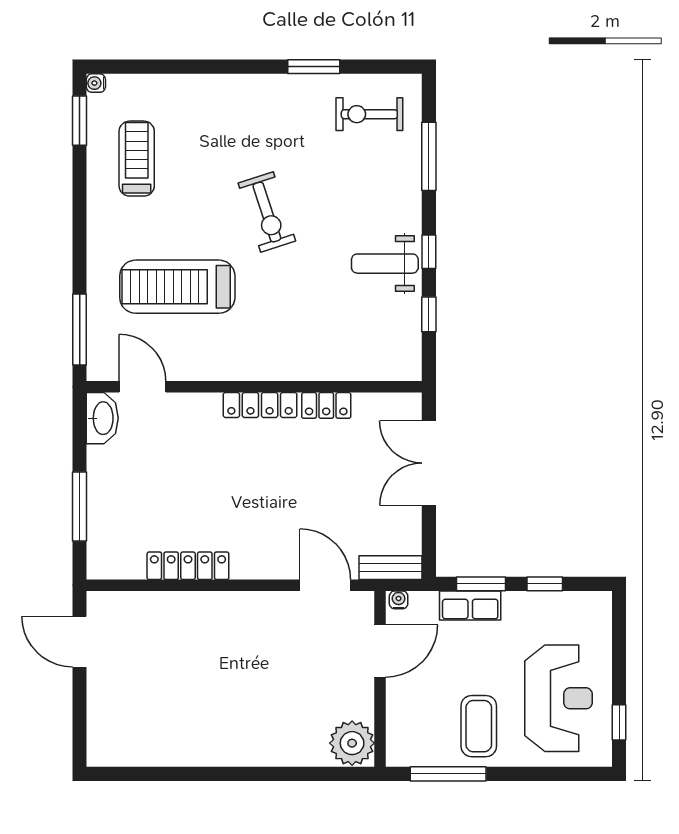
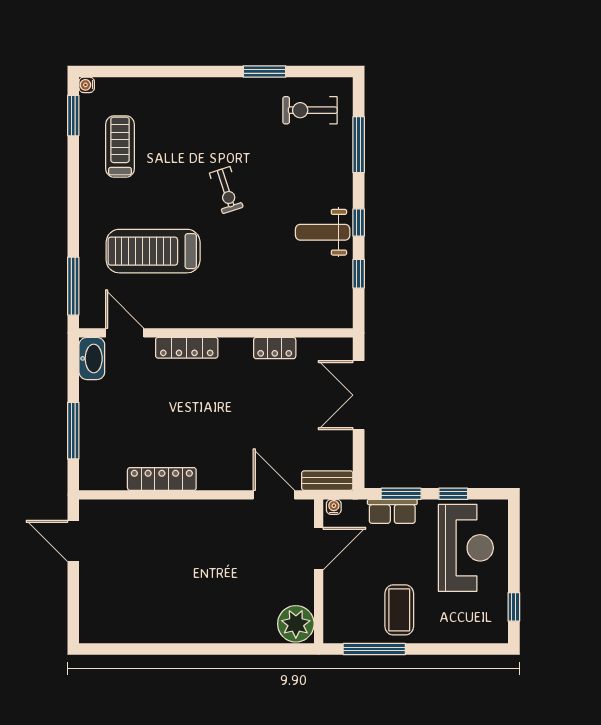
exercise bike: (267, 212) -> (226, 190), width x0.73, depth x0.72
locker: (260, 405) -> (187, 348), moved
reception desk: (559, 698) -> (466, 548), moved

